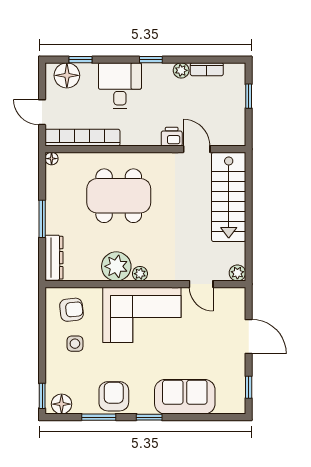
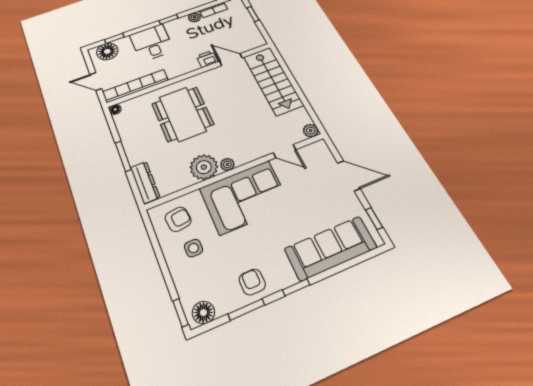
dining table: (119, 196) -> (183, 114), turned 90
armchair: (114, 396) -> (252, 282), width x0.72, depth x0.72
sofa: (185, 397) -> (331, 248), width x1.36

